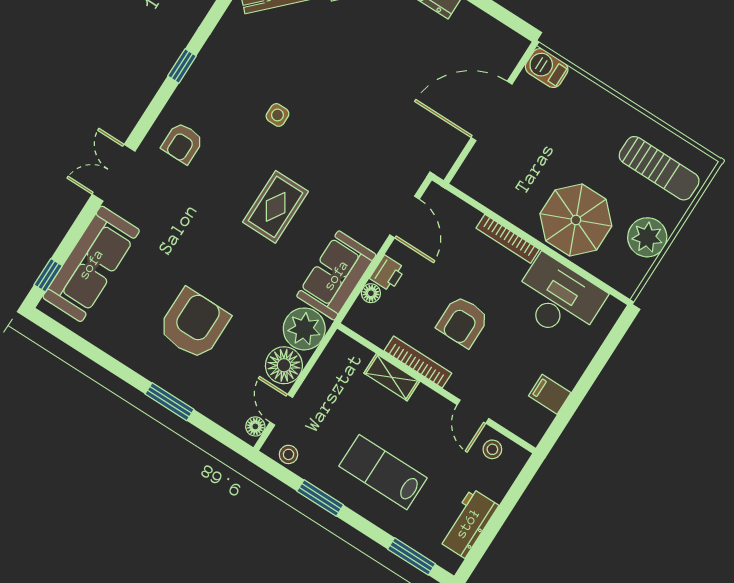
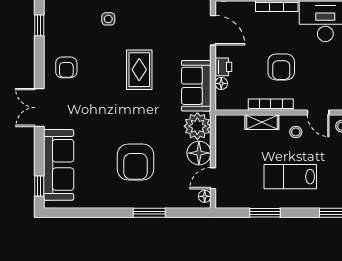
armchair: (194, 324) -> (136, 162), turned 180
door: (281, 410) -> (213, 178), hinge flipped
stool: (289, 454) -> (296, 132), moved

